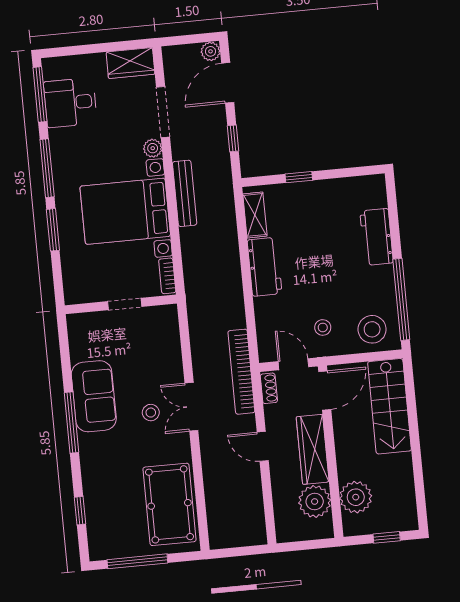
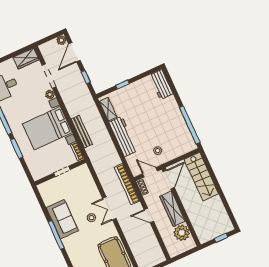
bench: (185, 193) -> (82, 132), moved
workbench: (377, 237) -> (161, 84), moved
workbench: (265, 267) -> (123, 136), width x1.38
stool: (372, 329) -> (181, 144), removed
plant: (356, 497) -> (200, 224), removed

